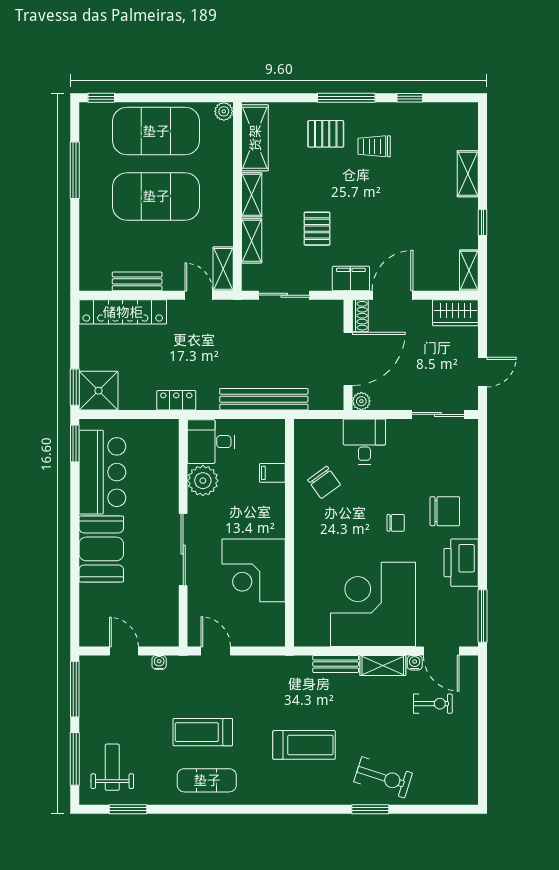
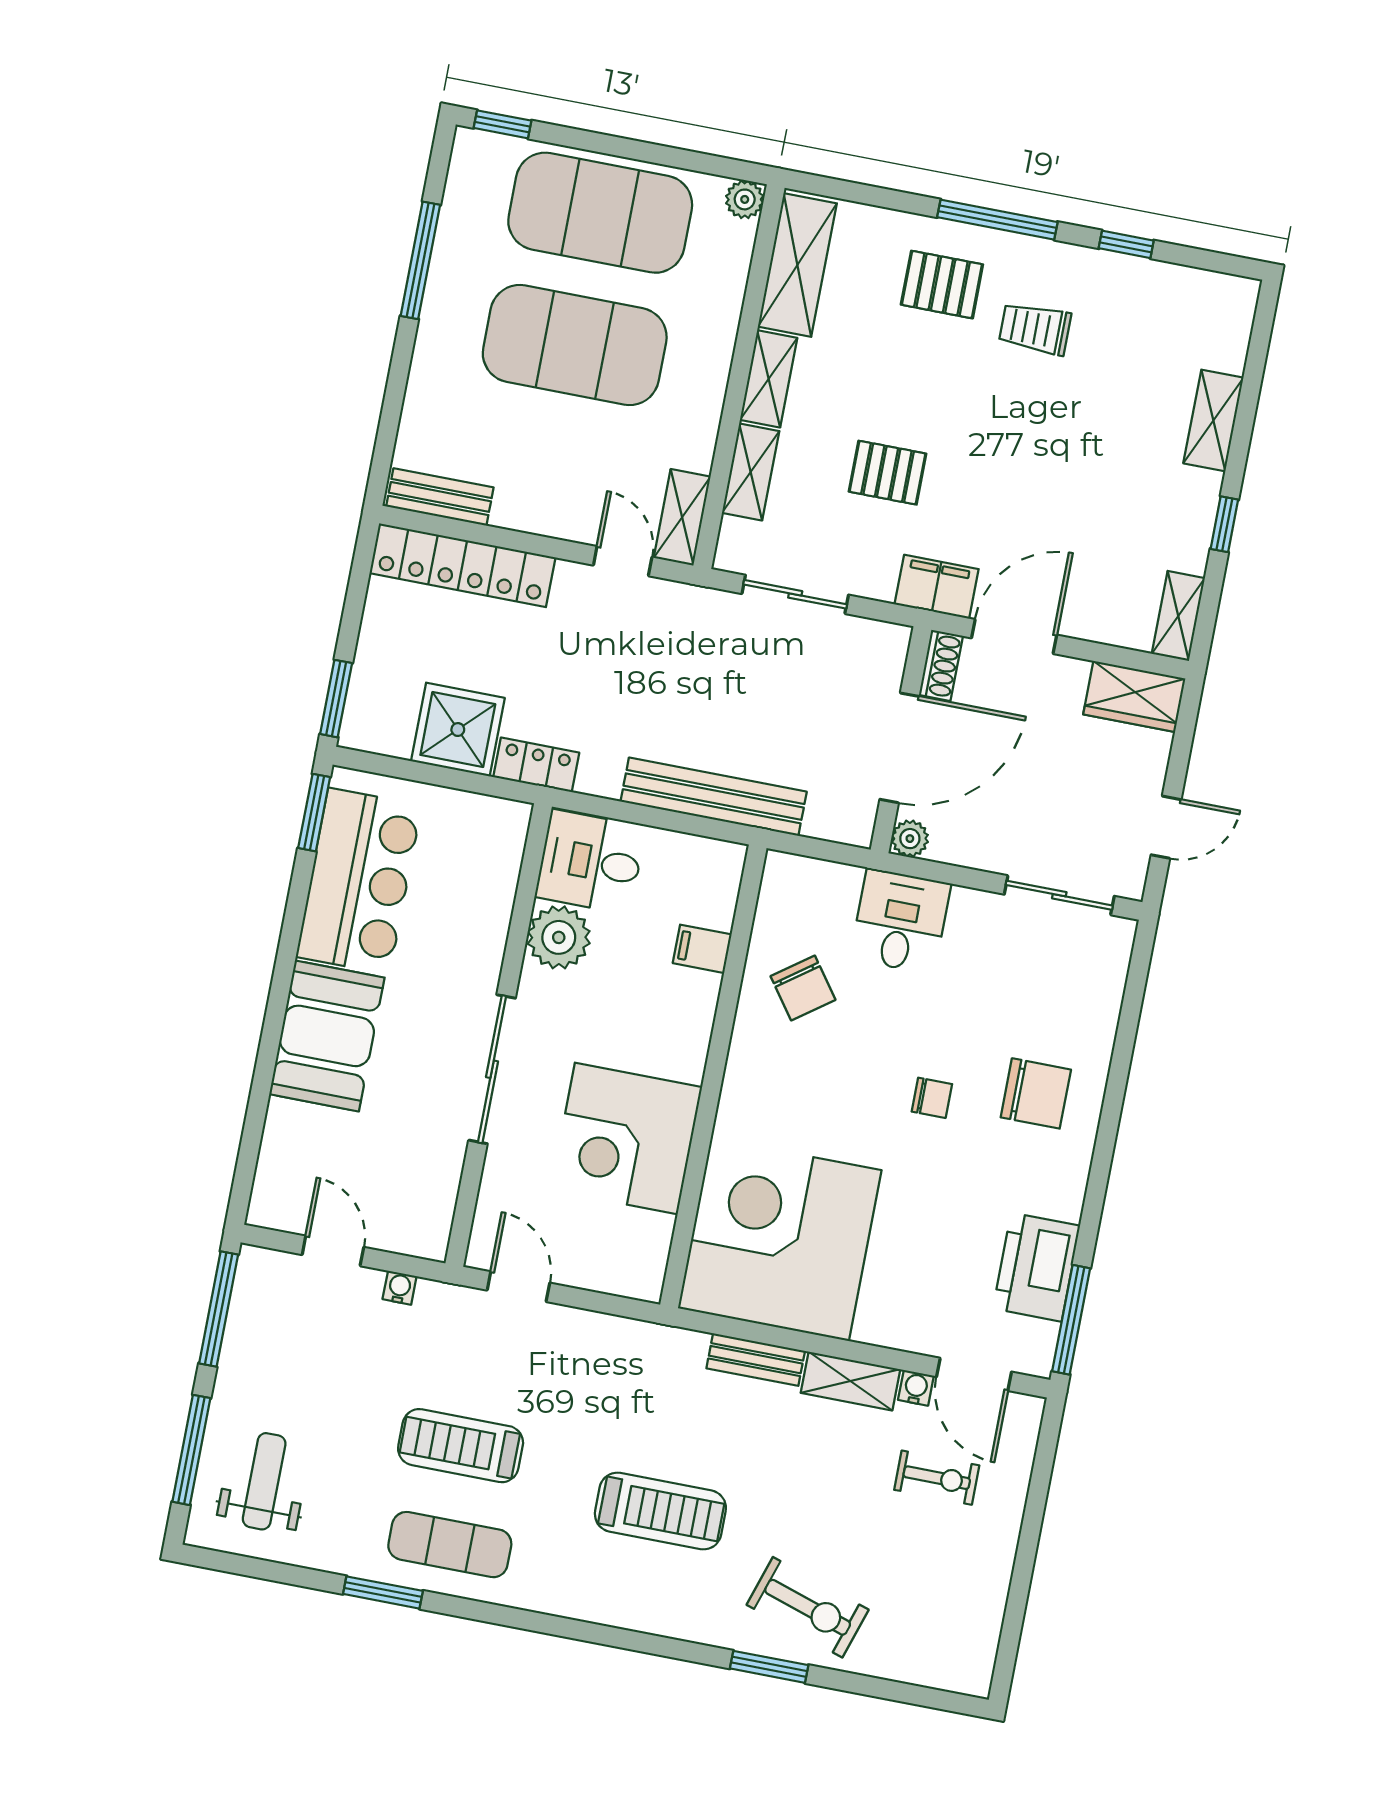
pallet: (317, 229) -> (888, 473), turned 90
bench: (137, 281) -> (440, 497), moved
shower: (98, 391) -> (458, 730), moved
printer: (461, 563) -> (1036, 1267), moved
corner desk: (373, 604) -> (780, 1239), moved
window: (128, 809) -> (383, 1592), moved

